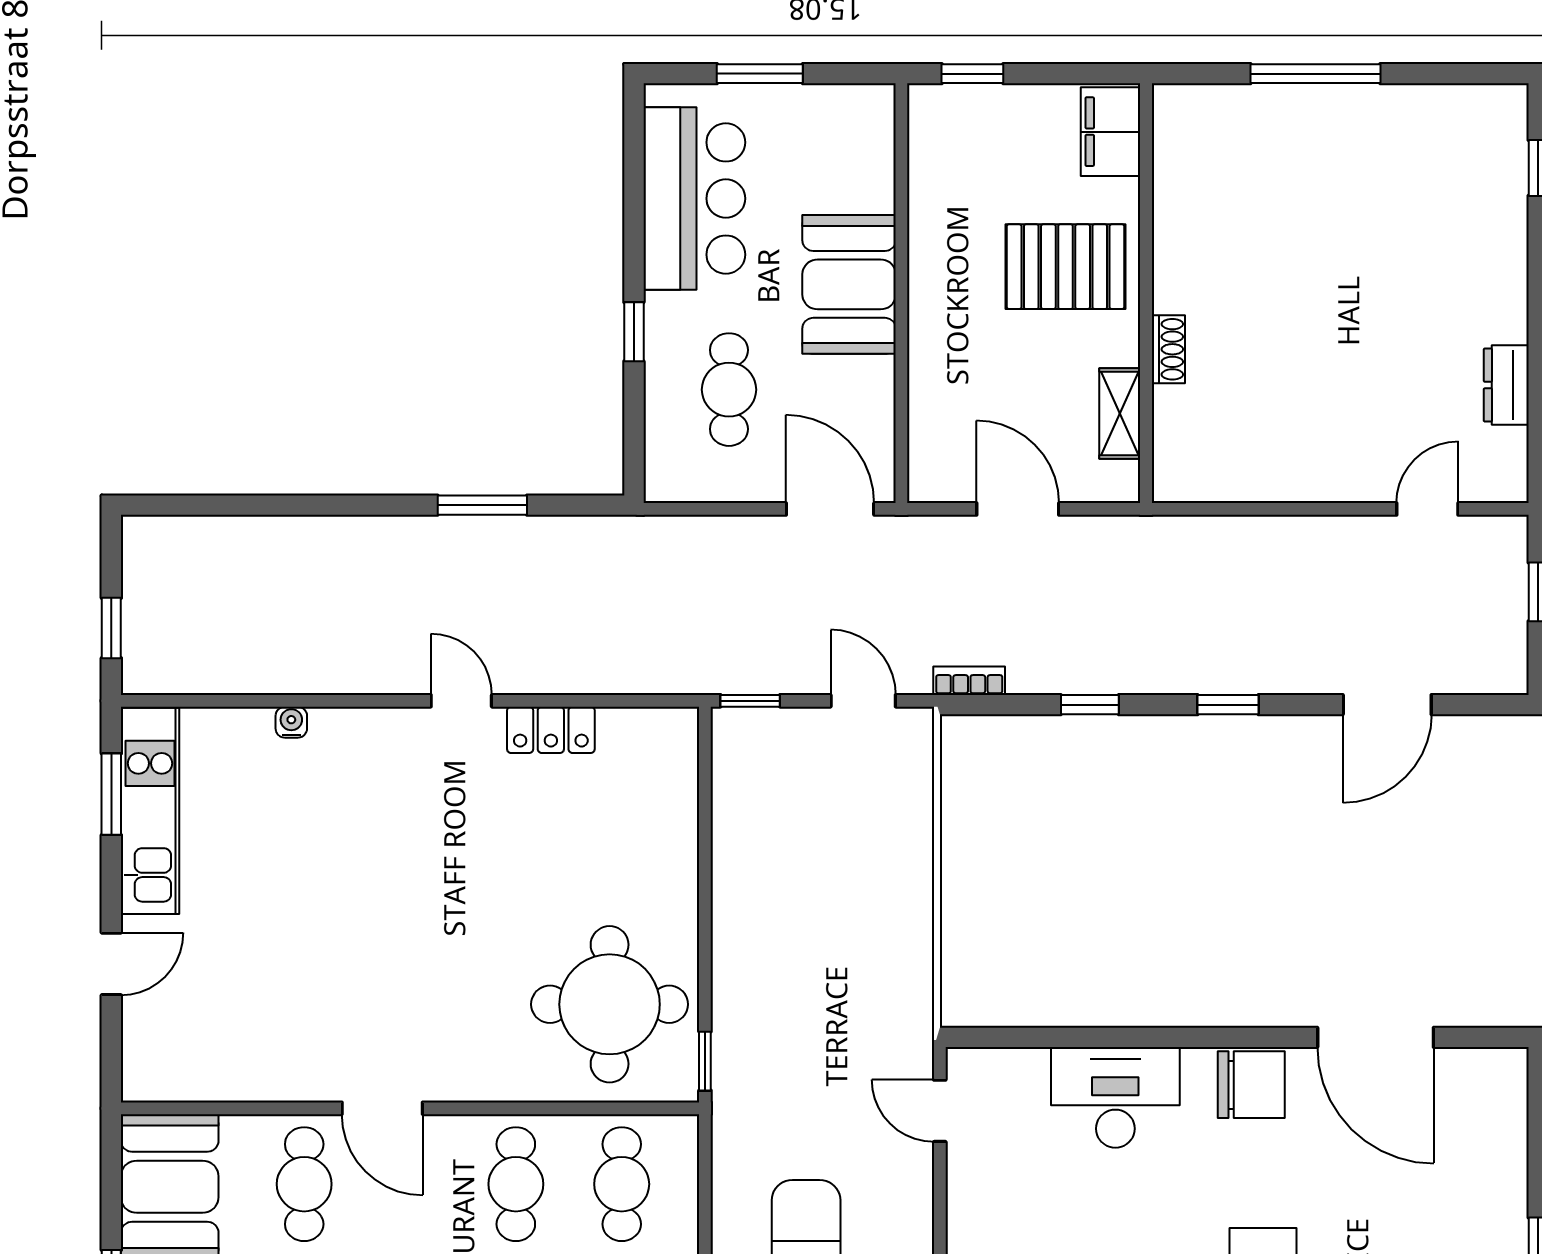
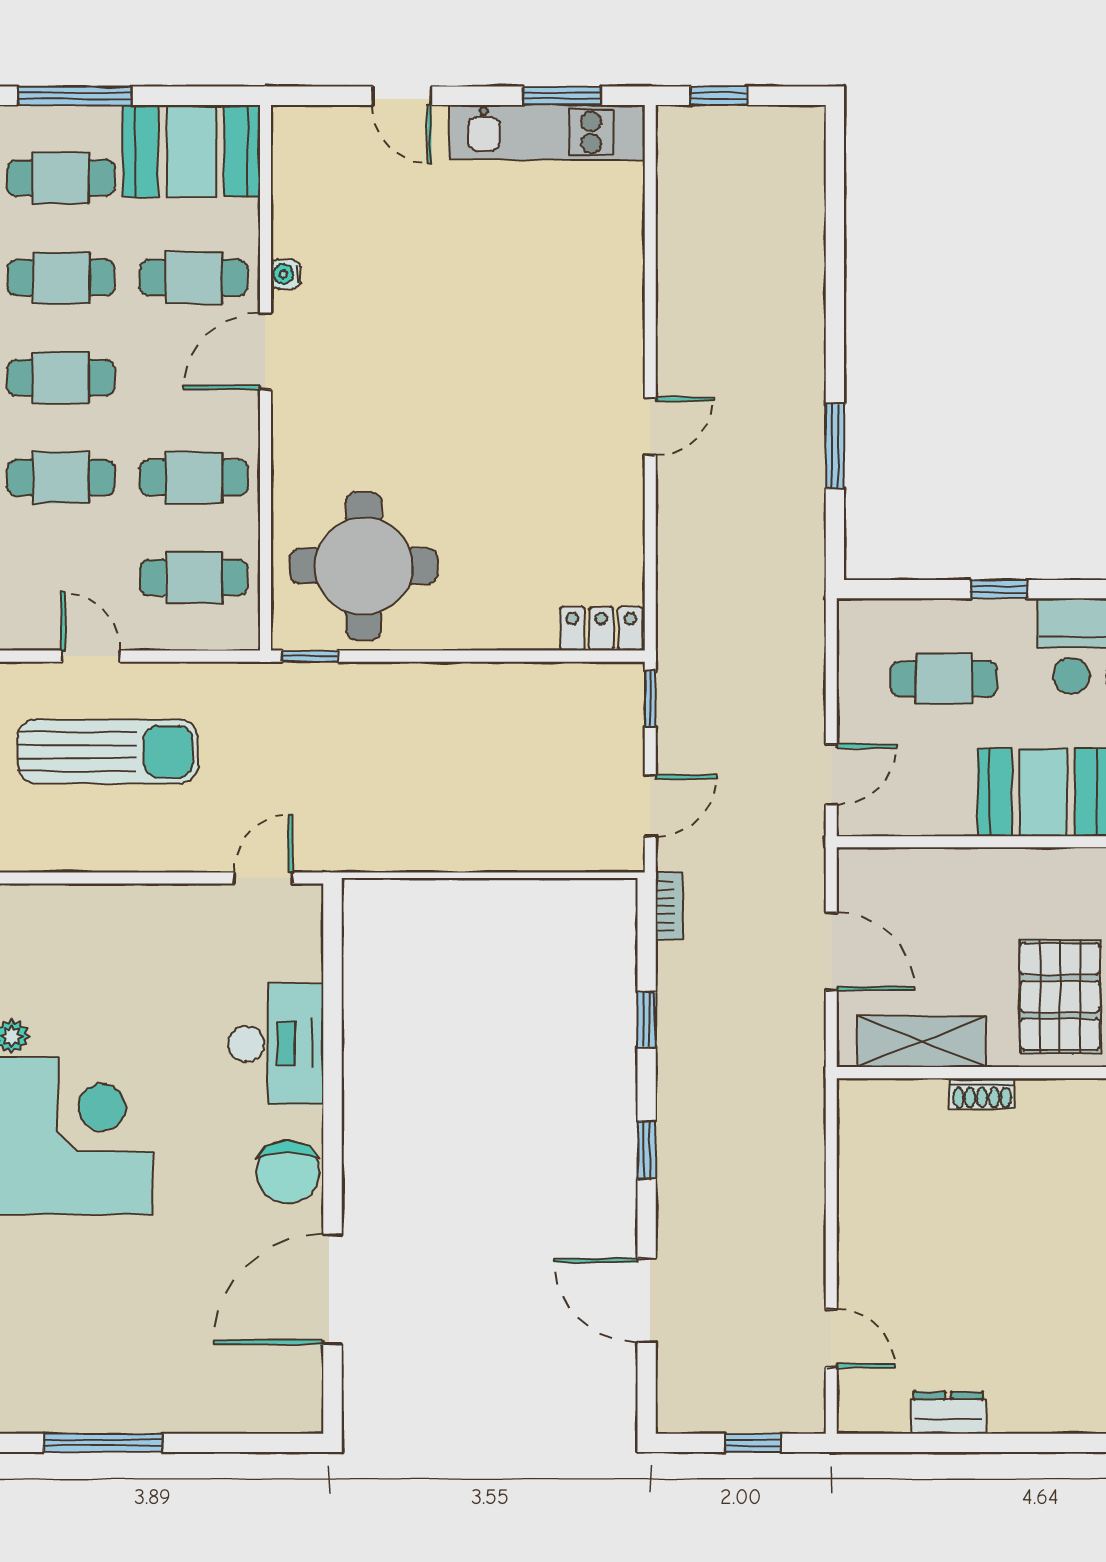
shelving: (1120, 413) -> (921, 1041), width x1.50, depth x1.33
door: (830, 509) -> (831, 774), width x0.73
door: (1018, 509) -> (831, 952), hinge flipped
water cooler: (291, 722) -> (286, 274), moved, turned 180
locker: (551, 730) -> (601, 629), moved, turned 90

